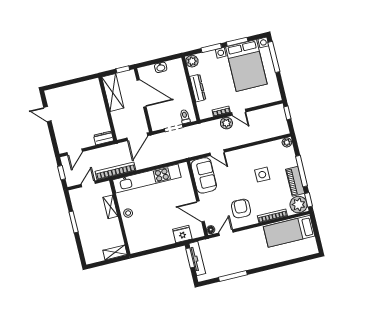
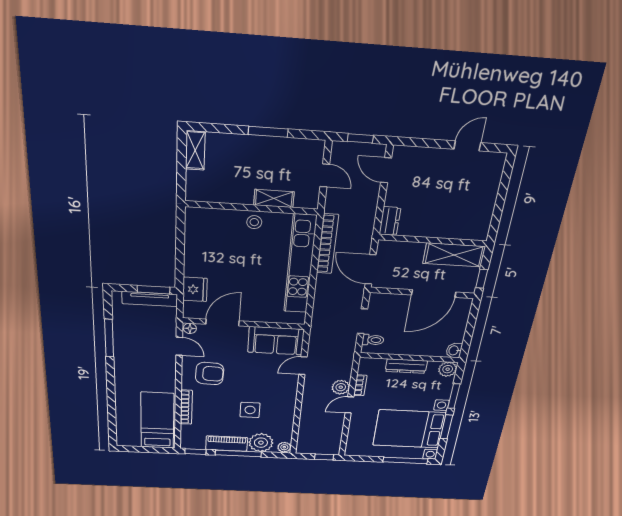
washbasin: (161, 67) -> (454, 350), moved
bookcase: (115, 171) -> (327, 244), moved
plant: (299, 205) -> (261, 443), moved
shelving: (115, 252) -> (195, 150), moved

